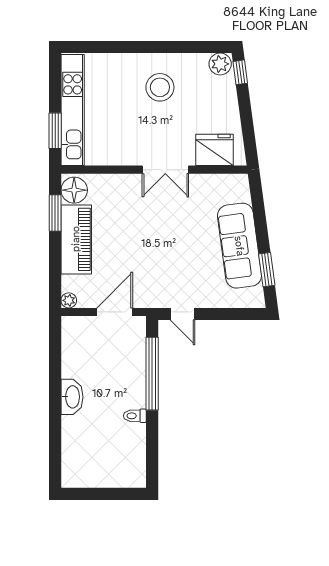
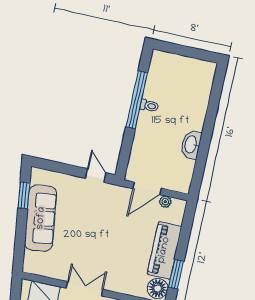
plant: (69, 300) -> (165, 202), moved
window: (152, 374) -> (137, 100), moved
washbasin: (72, 397) -> (191, 144), moved

